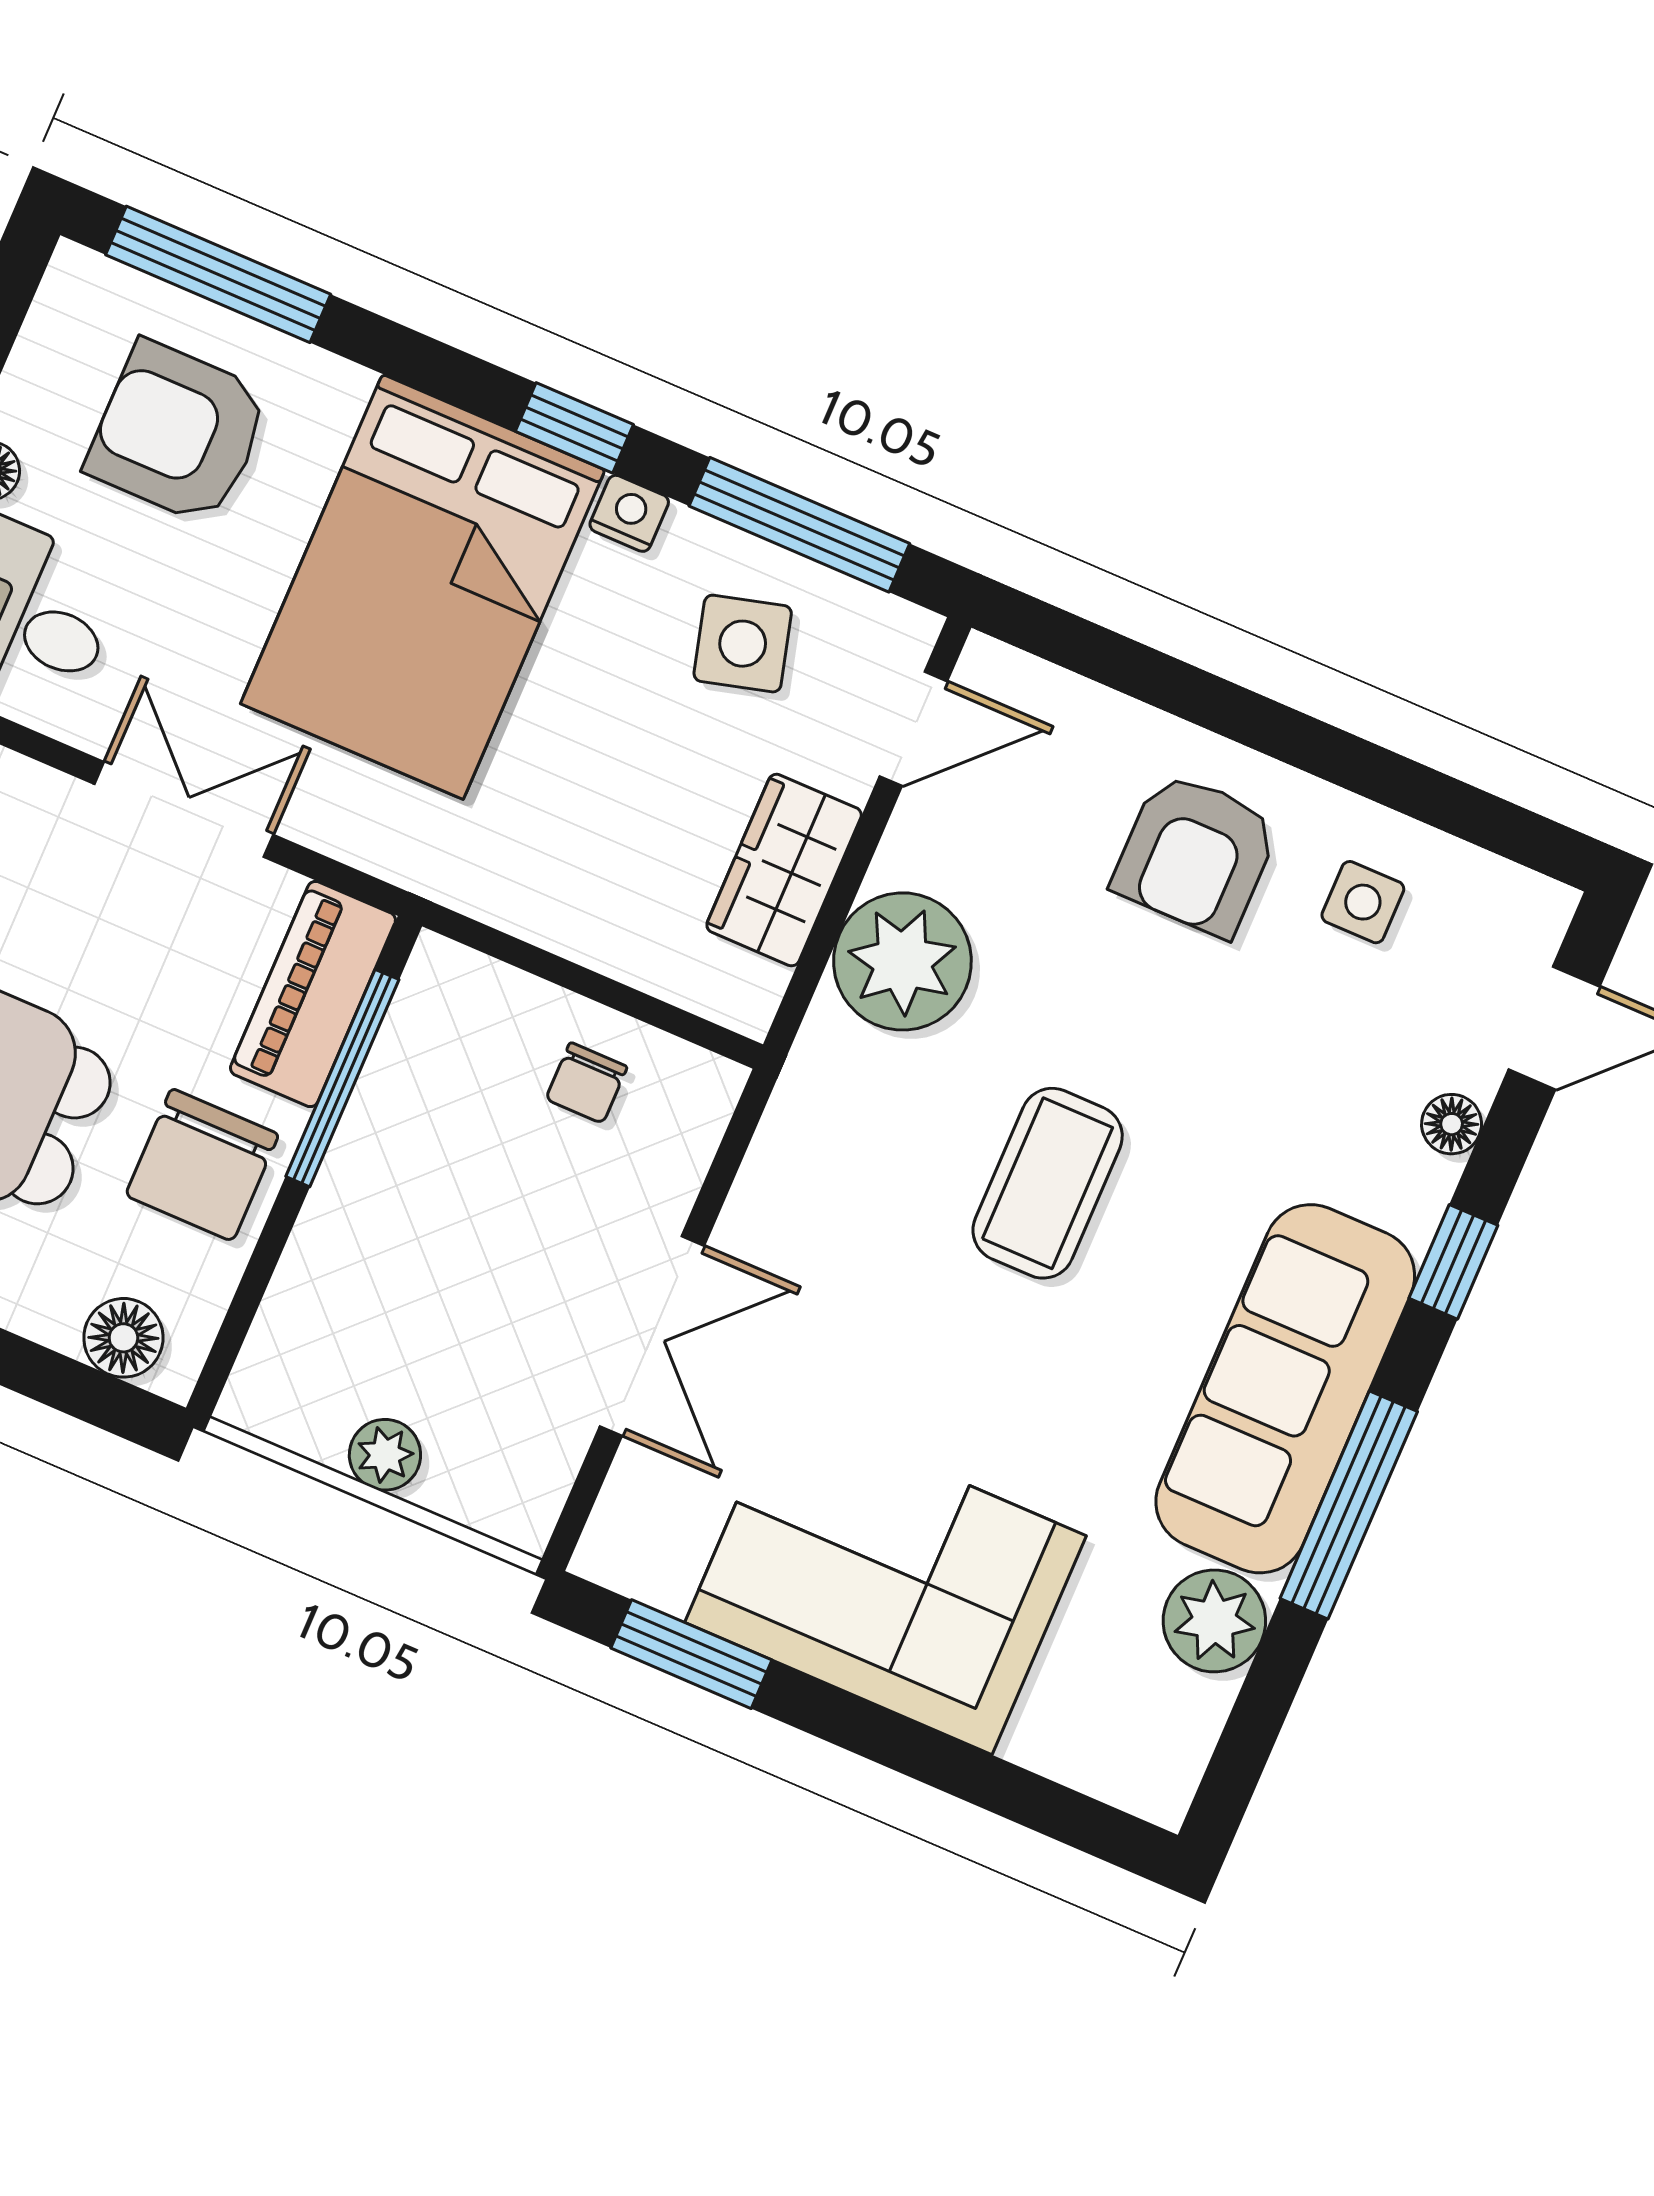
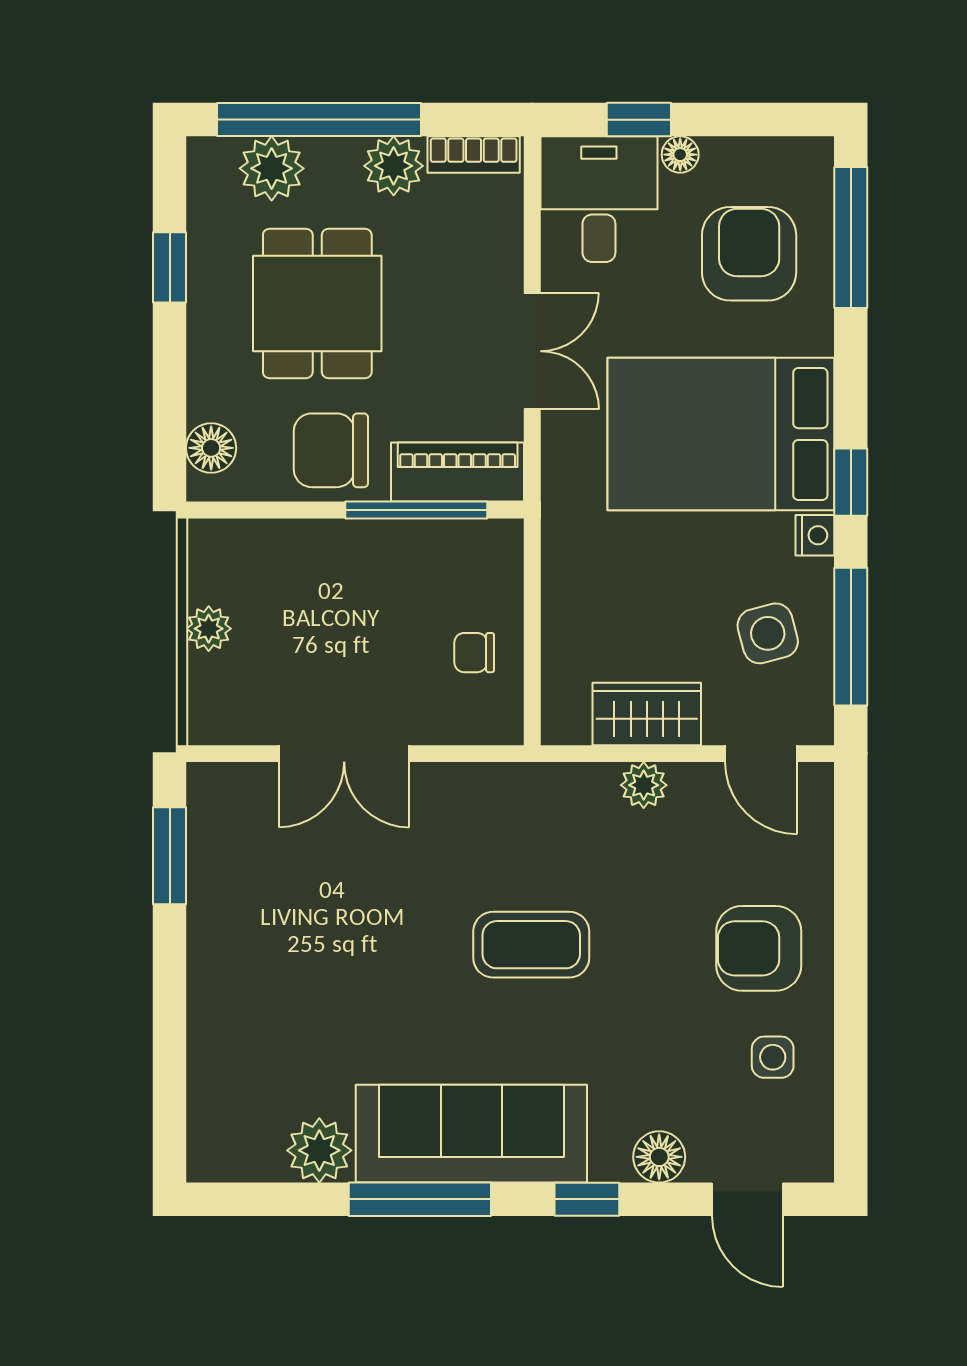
plant: (902, 961) -> (644, 785), width x0.53, depth x0.53
floor lamp: (1452, 1124) -> (659, 1157), width x1.37, depth x1.37
corner sofa: (885, 1579) -> (261, 950), removed

